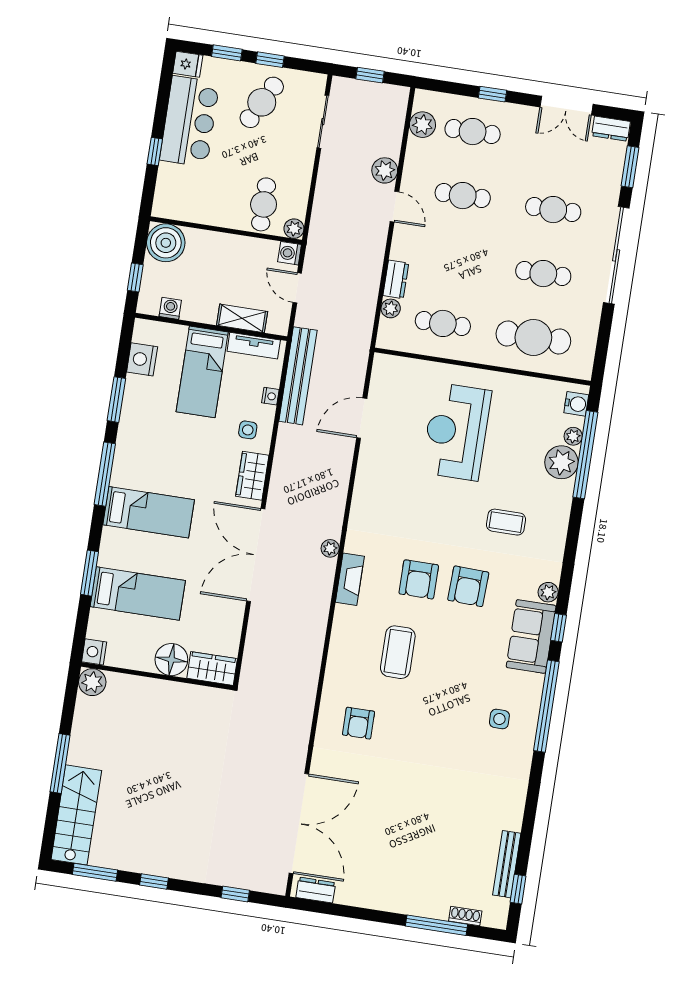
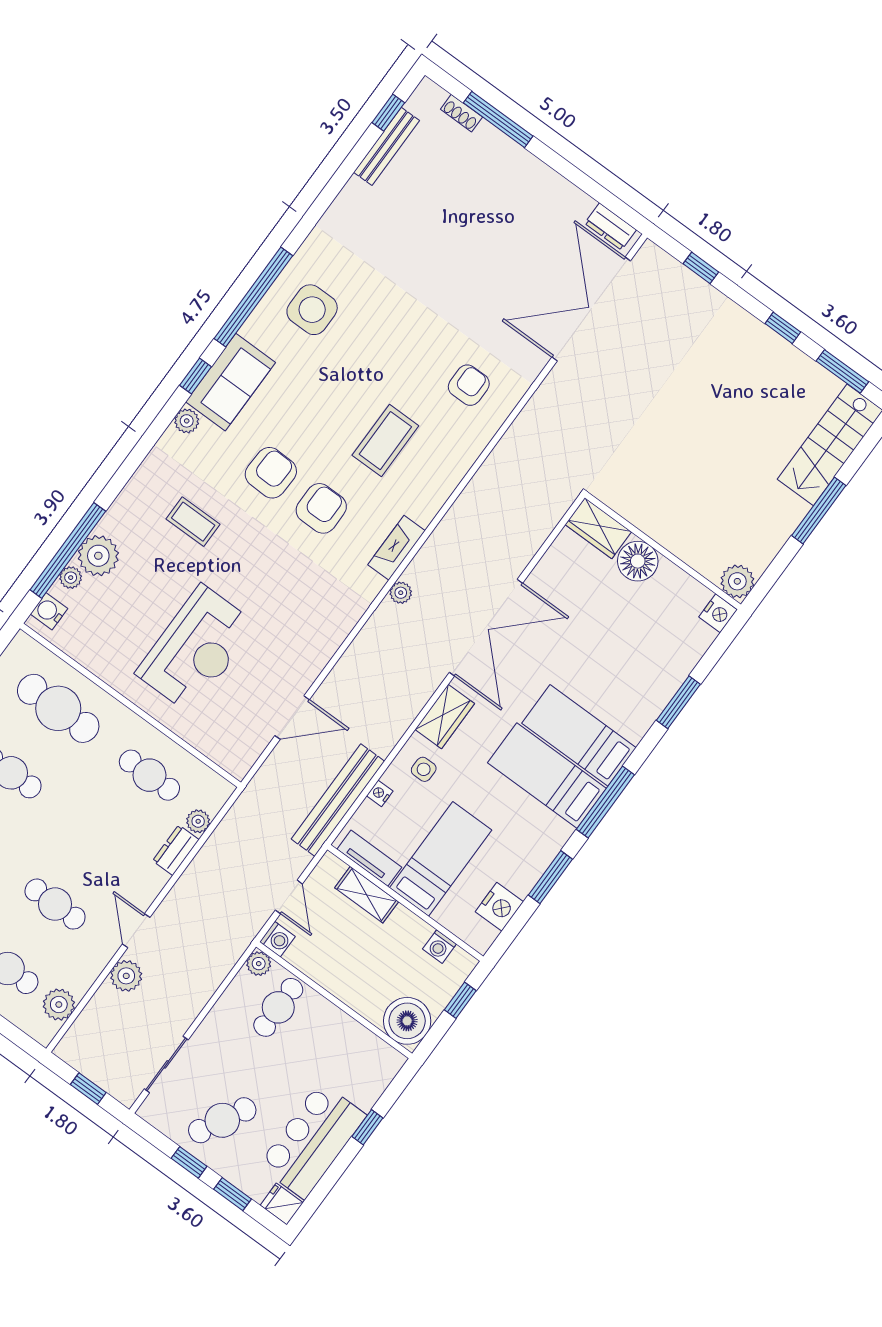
bed: (138, 594) -> (547, 776), moved
side table: (499, 719) -> (312, 310), width x1.87, depth x1.87

